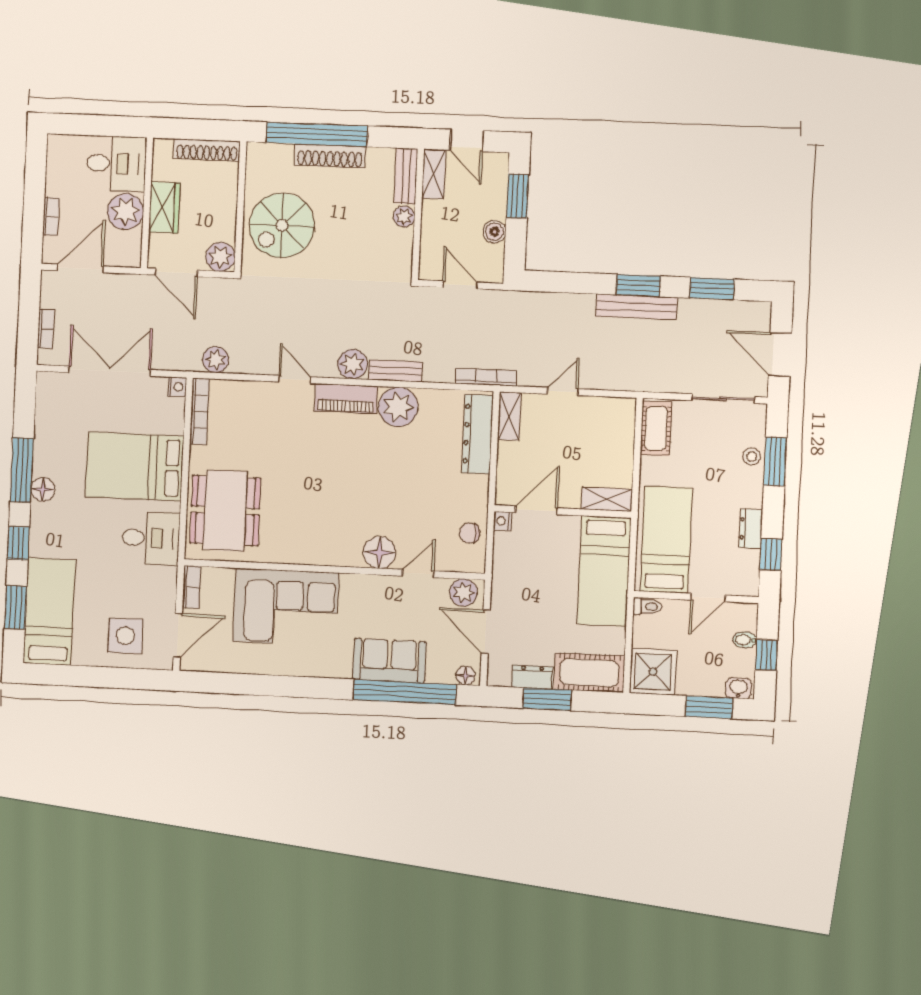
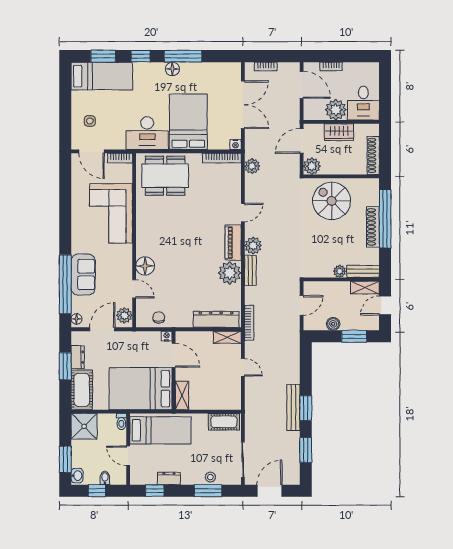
desk: (151, 538) -> (147, 133), width x1.37
bed: (604, 571) -> (141, 389), width x1.50
side table: (125, 636) -> (90, 121), width x0.54, depth x0.54

